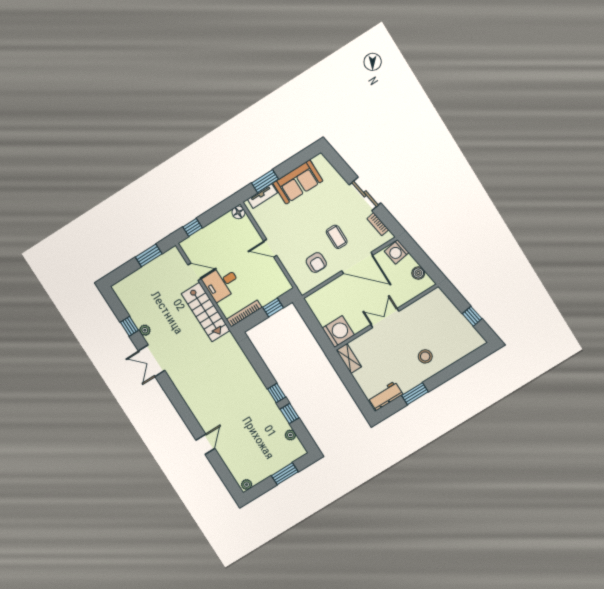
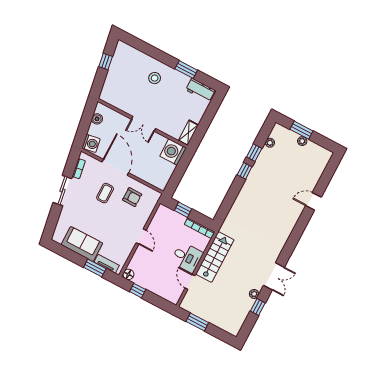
window: (193, 227) -> (138, 291), moved
armchair: (316, 263) -> (132, 197), turned 90
plant: (247, 485) -> (302, 141), moved

